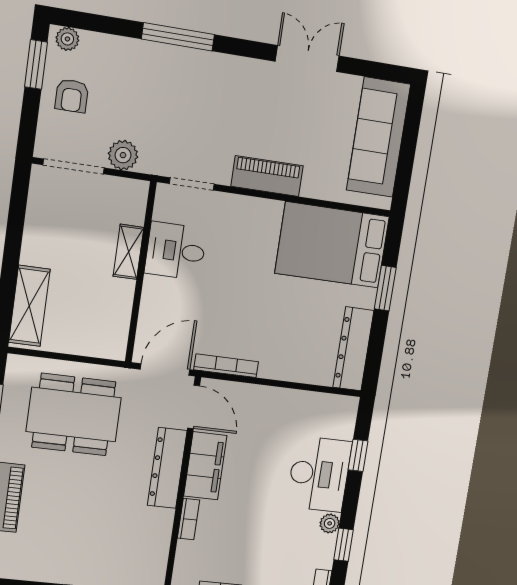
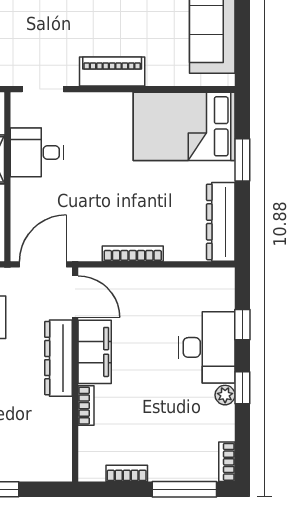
bookcase: (226, 366) -> (133, 254), moved
window: (344, 545) -> (242, 388), moved

